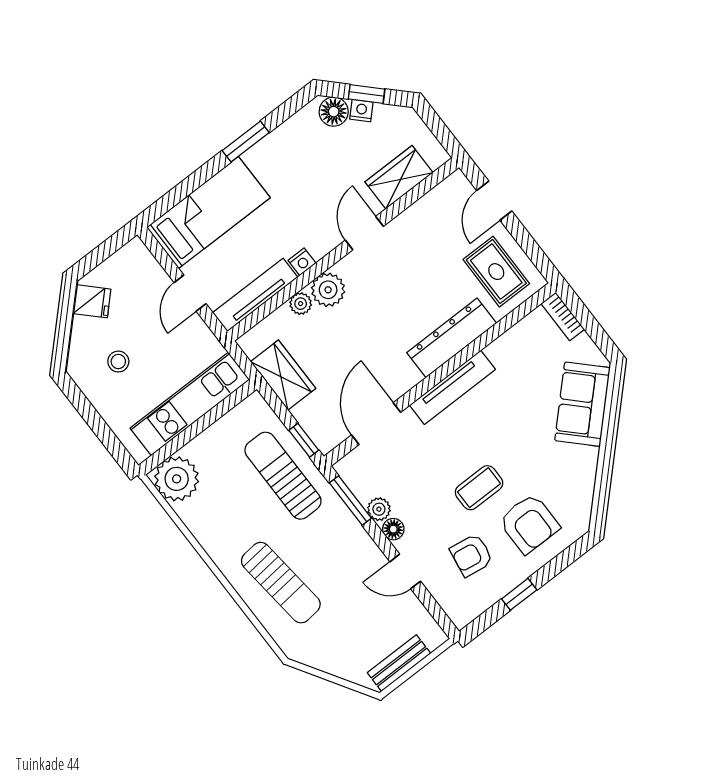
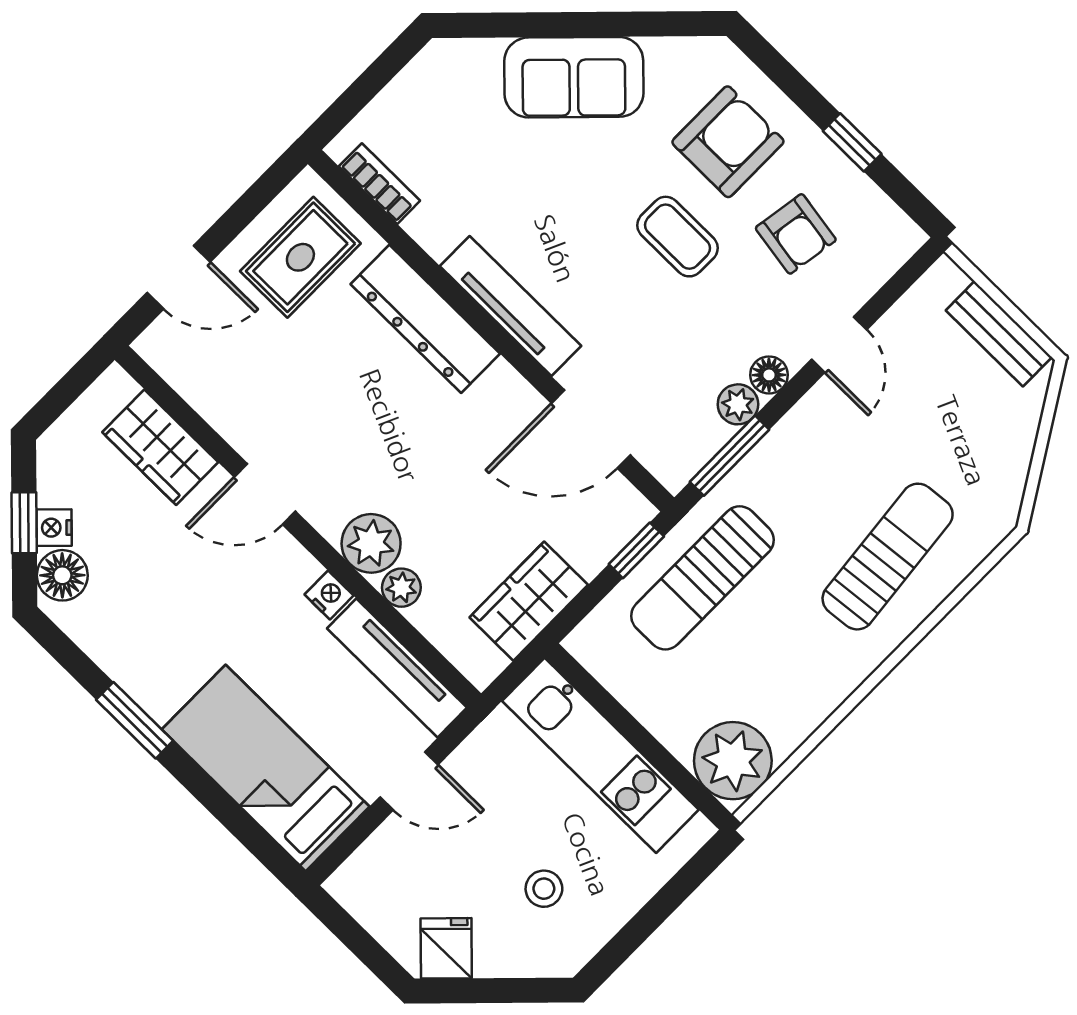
bookcase: (563, 316) -> (379, 184), moved, turned -90
sofa: (582, 404) -> (574, 77), moved

